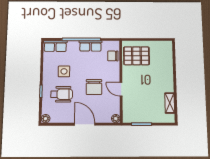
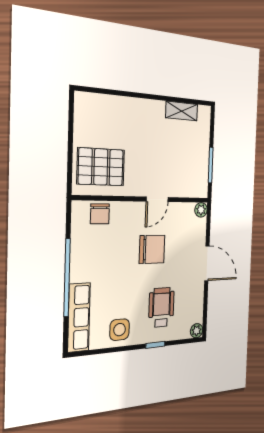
row of seats: (55, 46) -> (79, 317), width x1.48
row of seats: (90, 46) -> (80, 259), removed
pallet: (136, 56) -> (101, 167), turned 90
side table: (64, 71) -> (120, 330), moved
door: (85, 124) -> (207, 263), swing flipped

